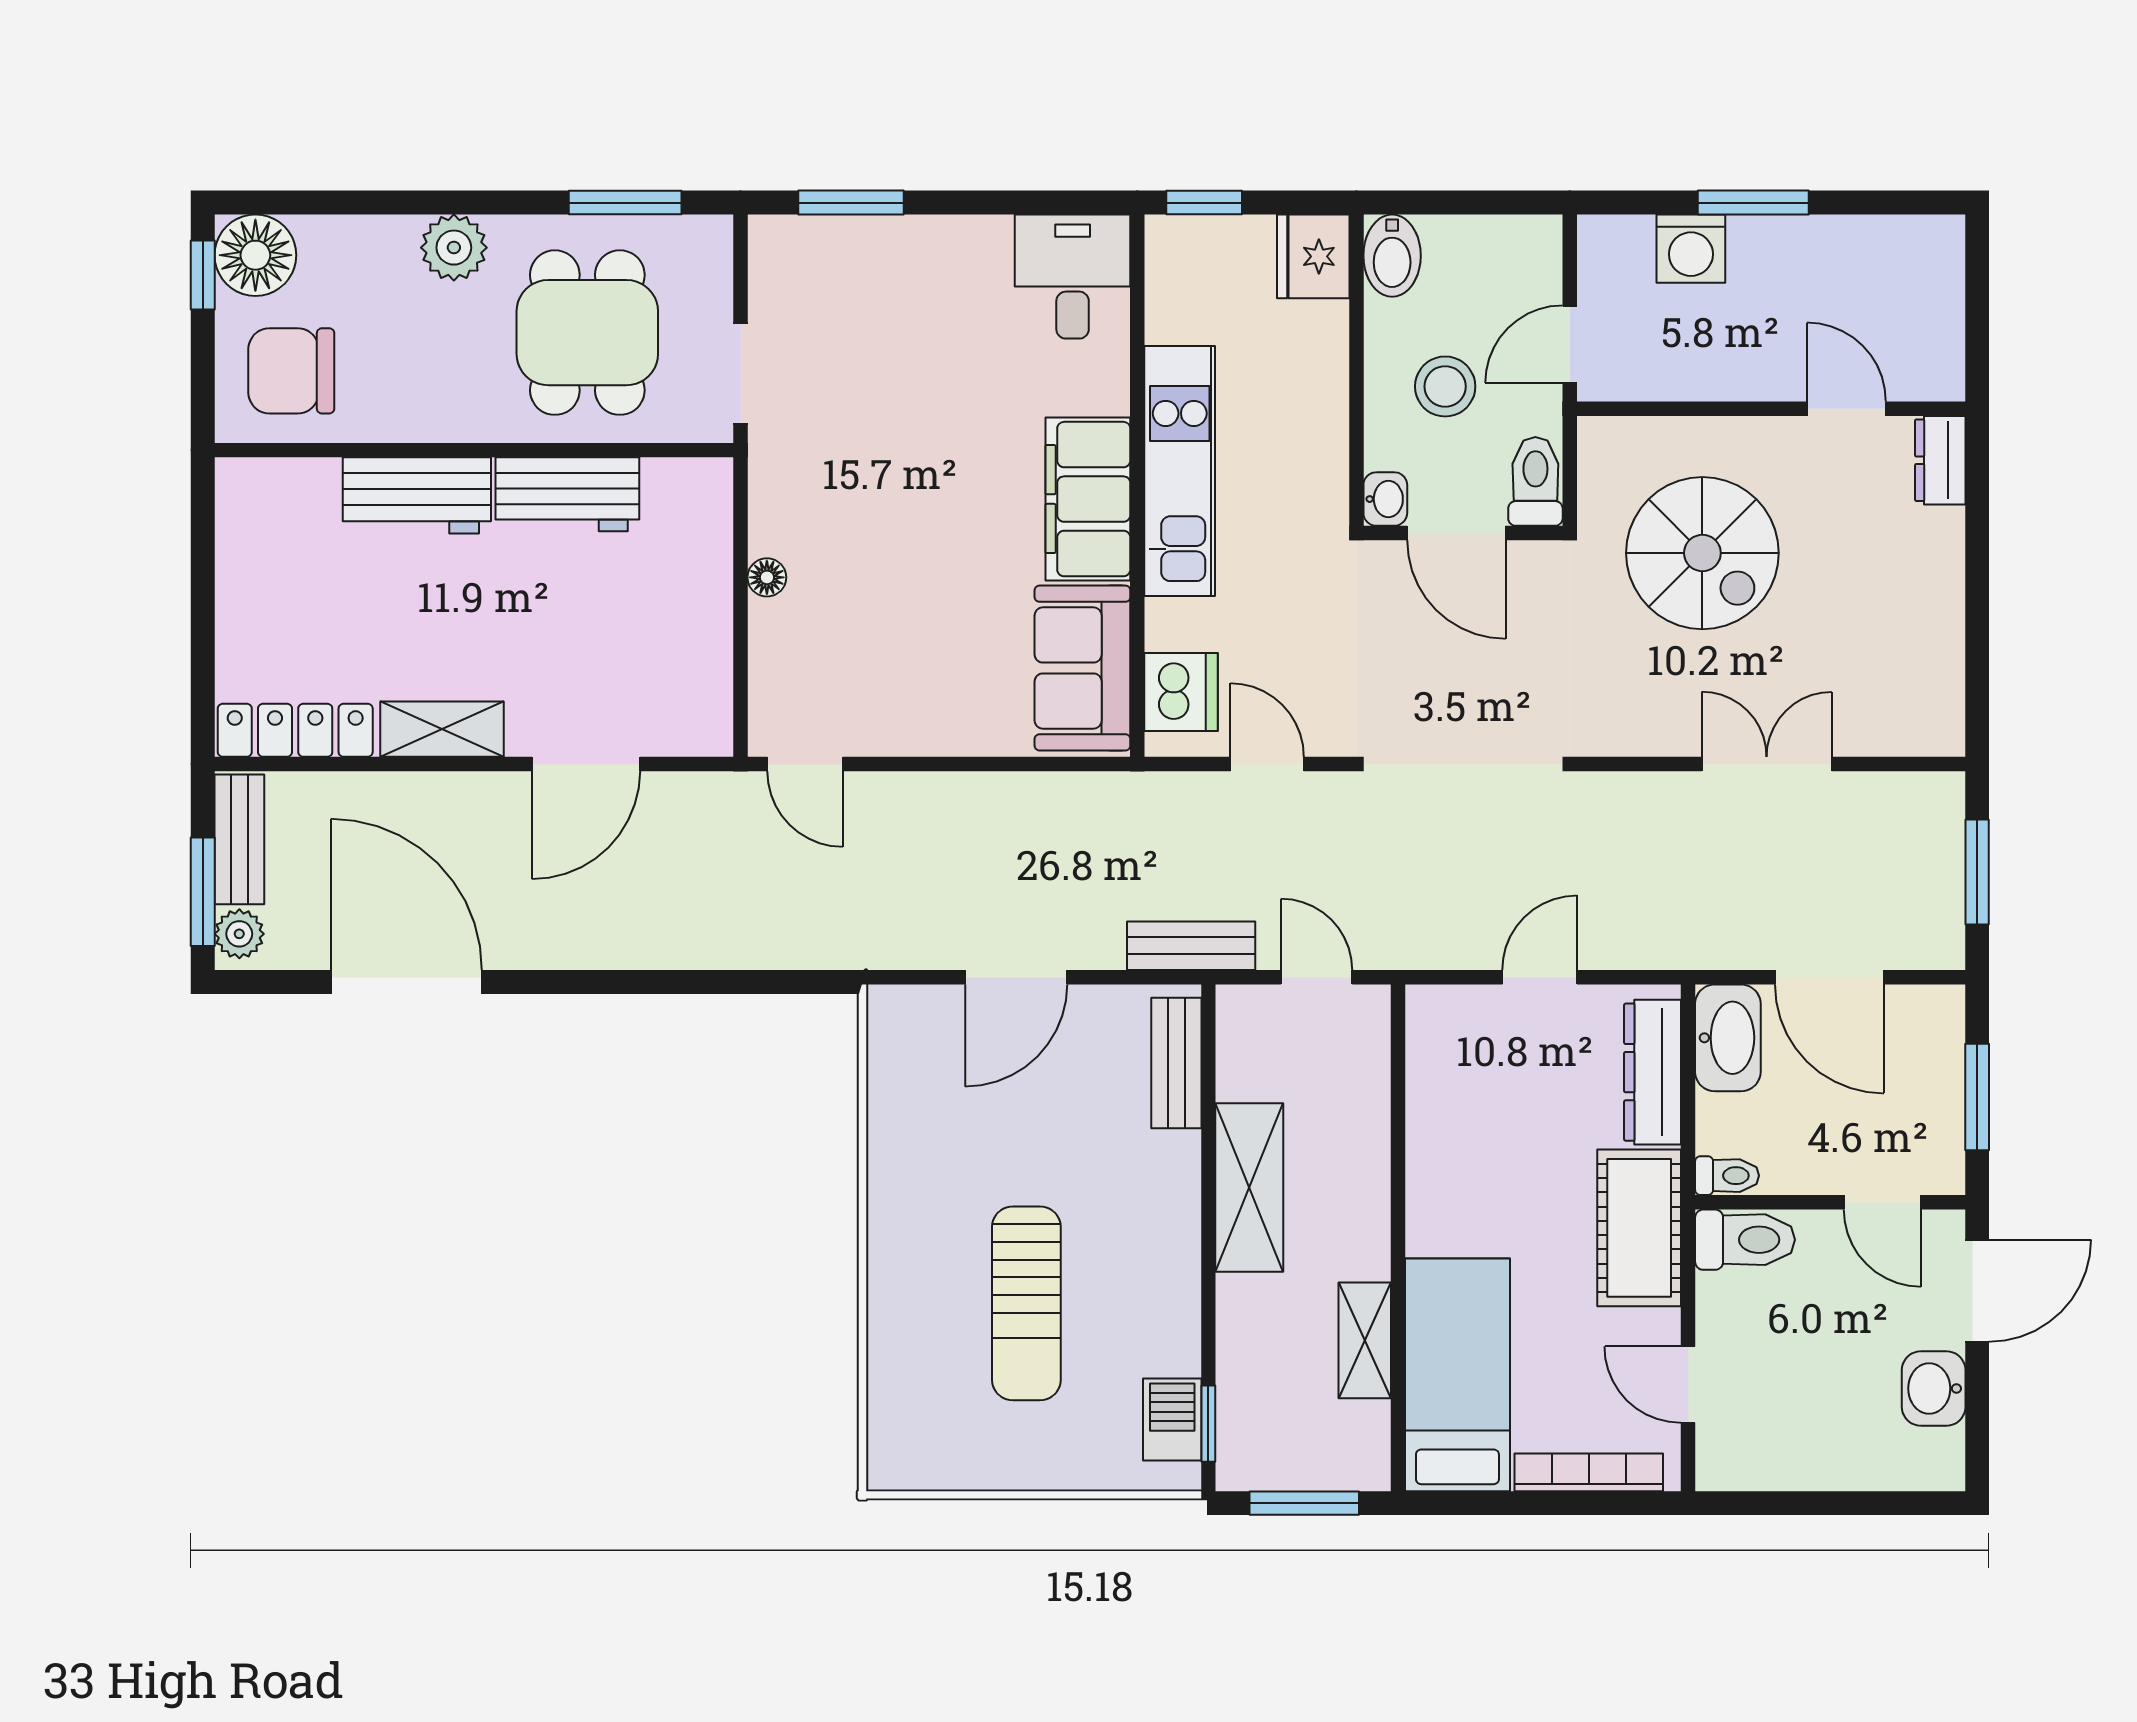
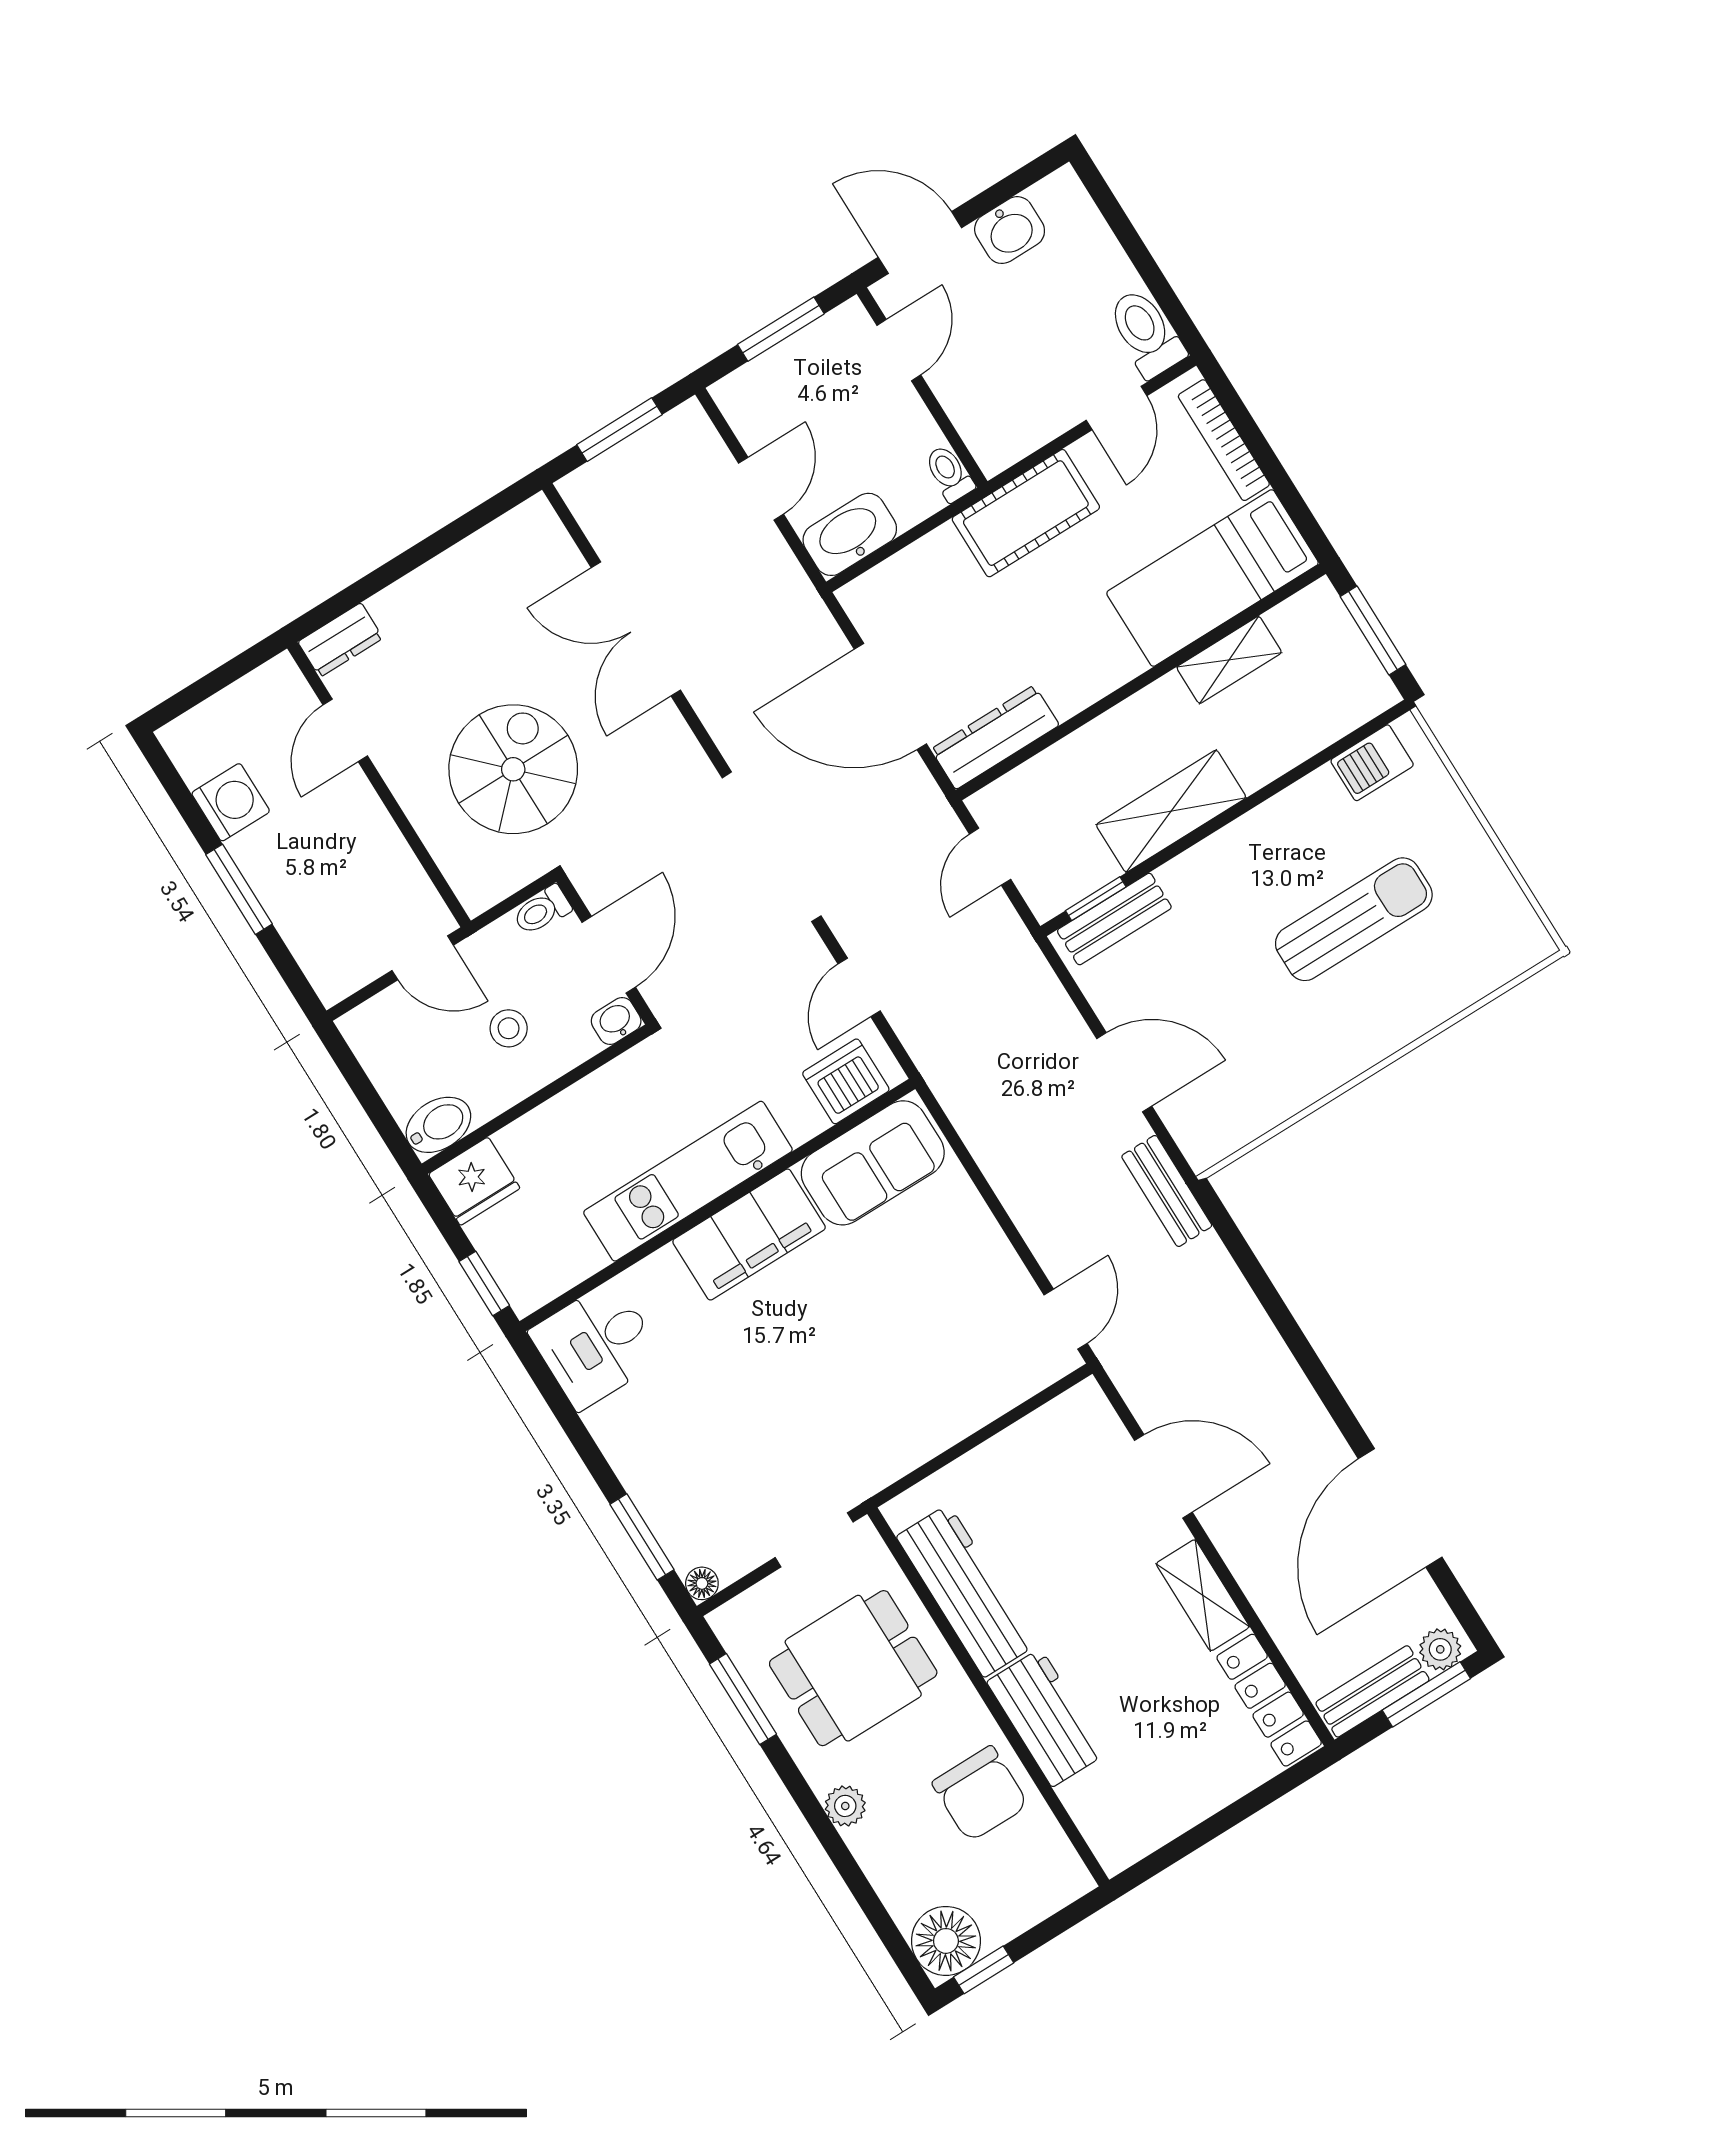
plant: (454, 248) -> (845, 1806), width x0.73, depth x0.73
washing machine: (1691, 249) -> (231, 802), moved
chair: (291, 371) -> (980, 1794), moved
stool: (1445, 386) -> (509, 1028), width x0.73, depth x0.73
toilet: (1535, 481) -> (542, 910), width x0.73, depth x0.72
workbench: (567, 494) -> (966, 1591), width x1.38
floor lamp: (767, 577) -> (702, 1583), moved
double door: (1767, 764) -> (636, 629), width x1.37
bench: (1191, 946) -> (1167, 1191), moved
door: (1540, 977) -> (890, 697), width x1.88
door: (1829, 977) -> (761, 489), width x0.73
dresser: (1653, 1072) -> (995, 737), moved, turned 180
toilet: (1745, 1240) -> (1146, 333), moved
window: (1208, 1424) -> (1096, 899), moved

